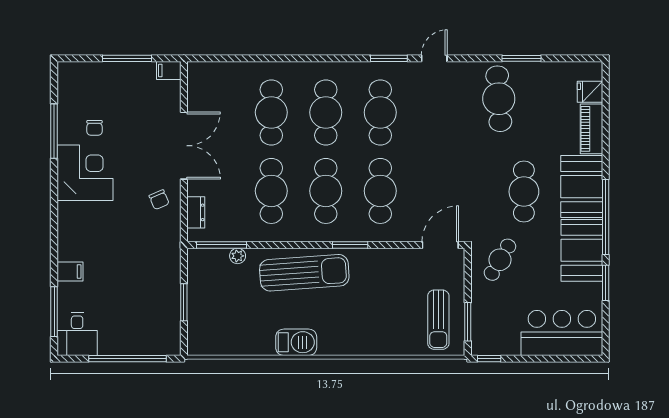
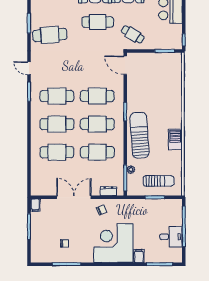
corner desk: (85, 173) -> (113, 243), moved, width x1.36, depth x1.36
sun lounger: (438, 320) -> (159, 181), moved
desk: (77, 334) -> (171, 237), moved

